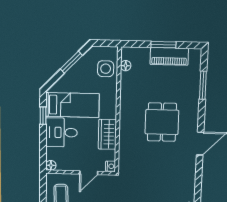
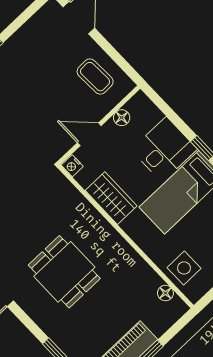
floor lamp: (51, 165) -> (122, 118), moved
door: (89, 173) -> (89, 134), hinge flipped

